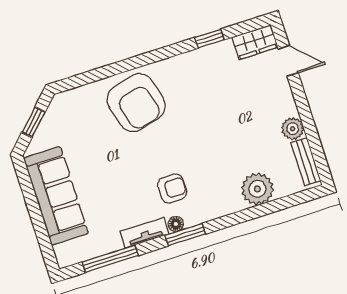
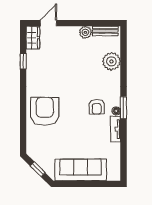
armchair: (136, 103) -> (45, 111), turned -75
armchair: (172, 188) -> (97, 107), turned 180
window: (110, 259) -> (123, 152), removed

